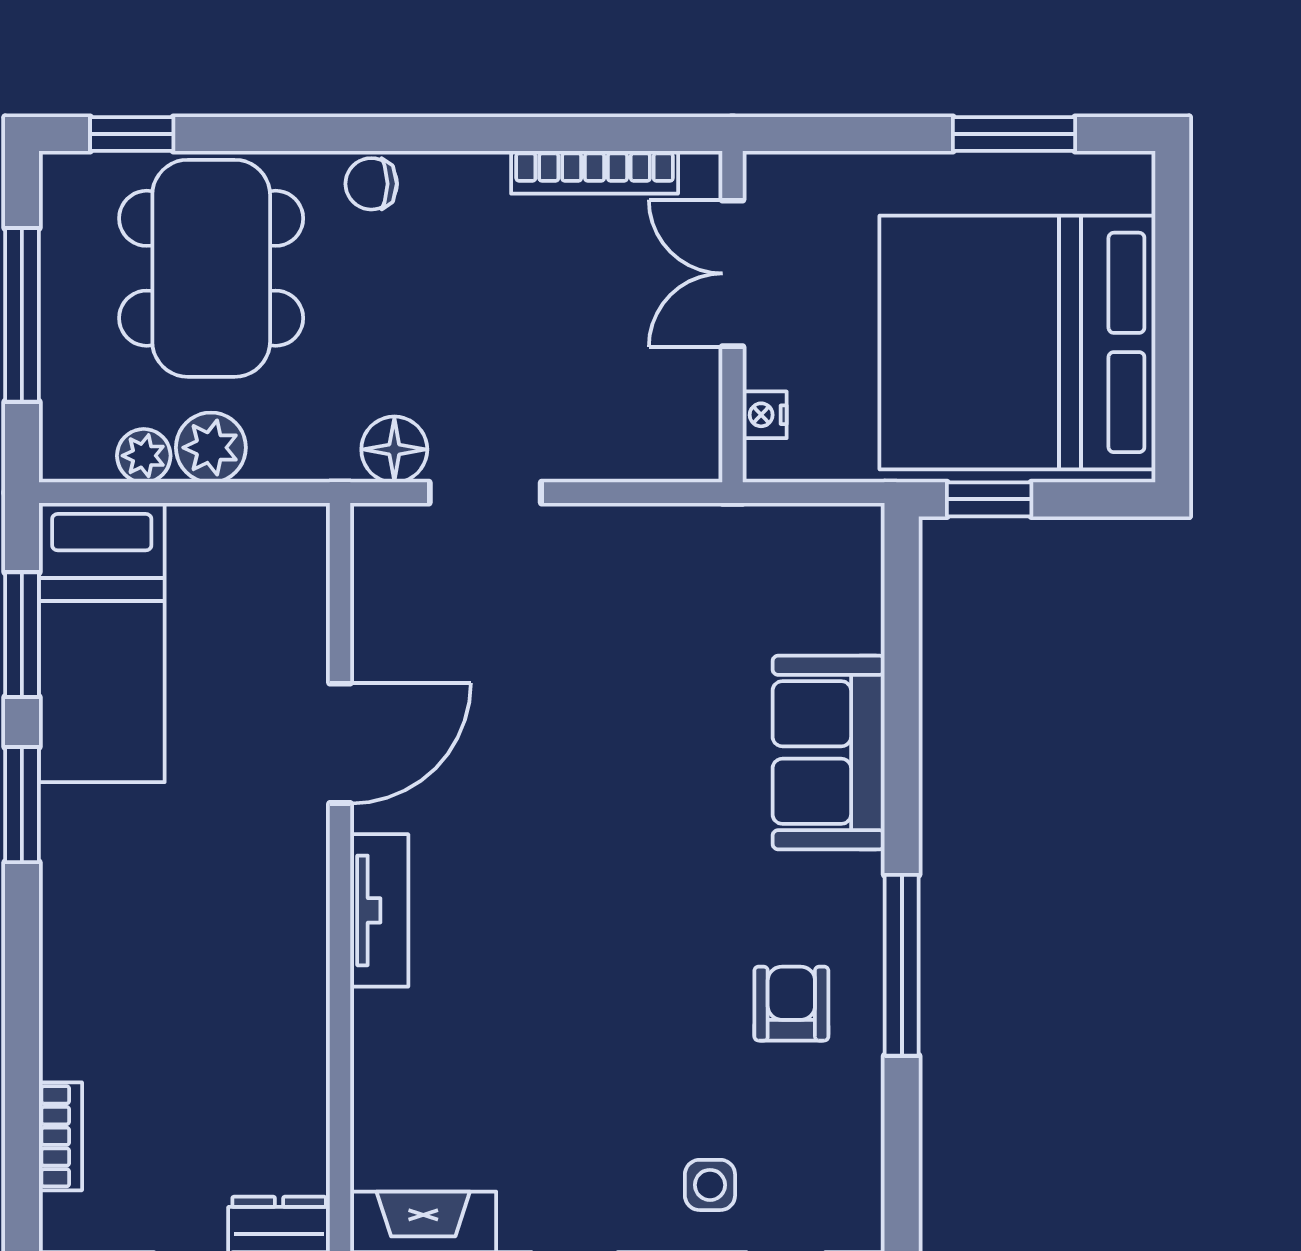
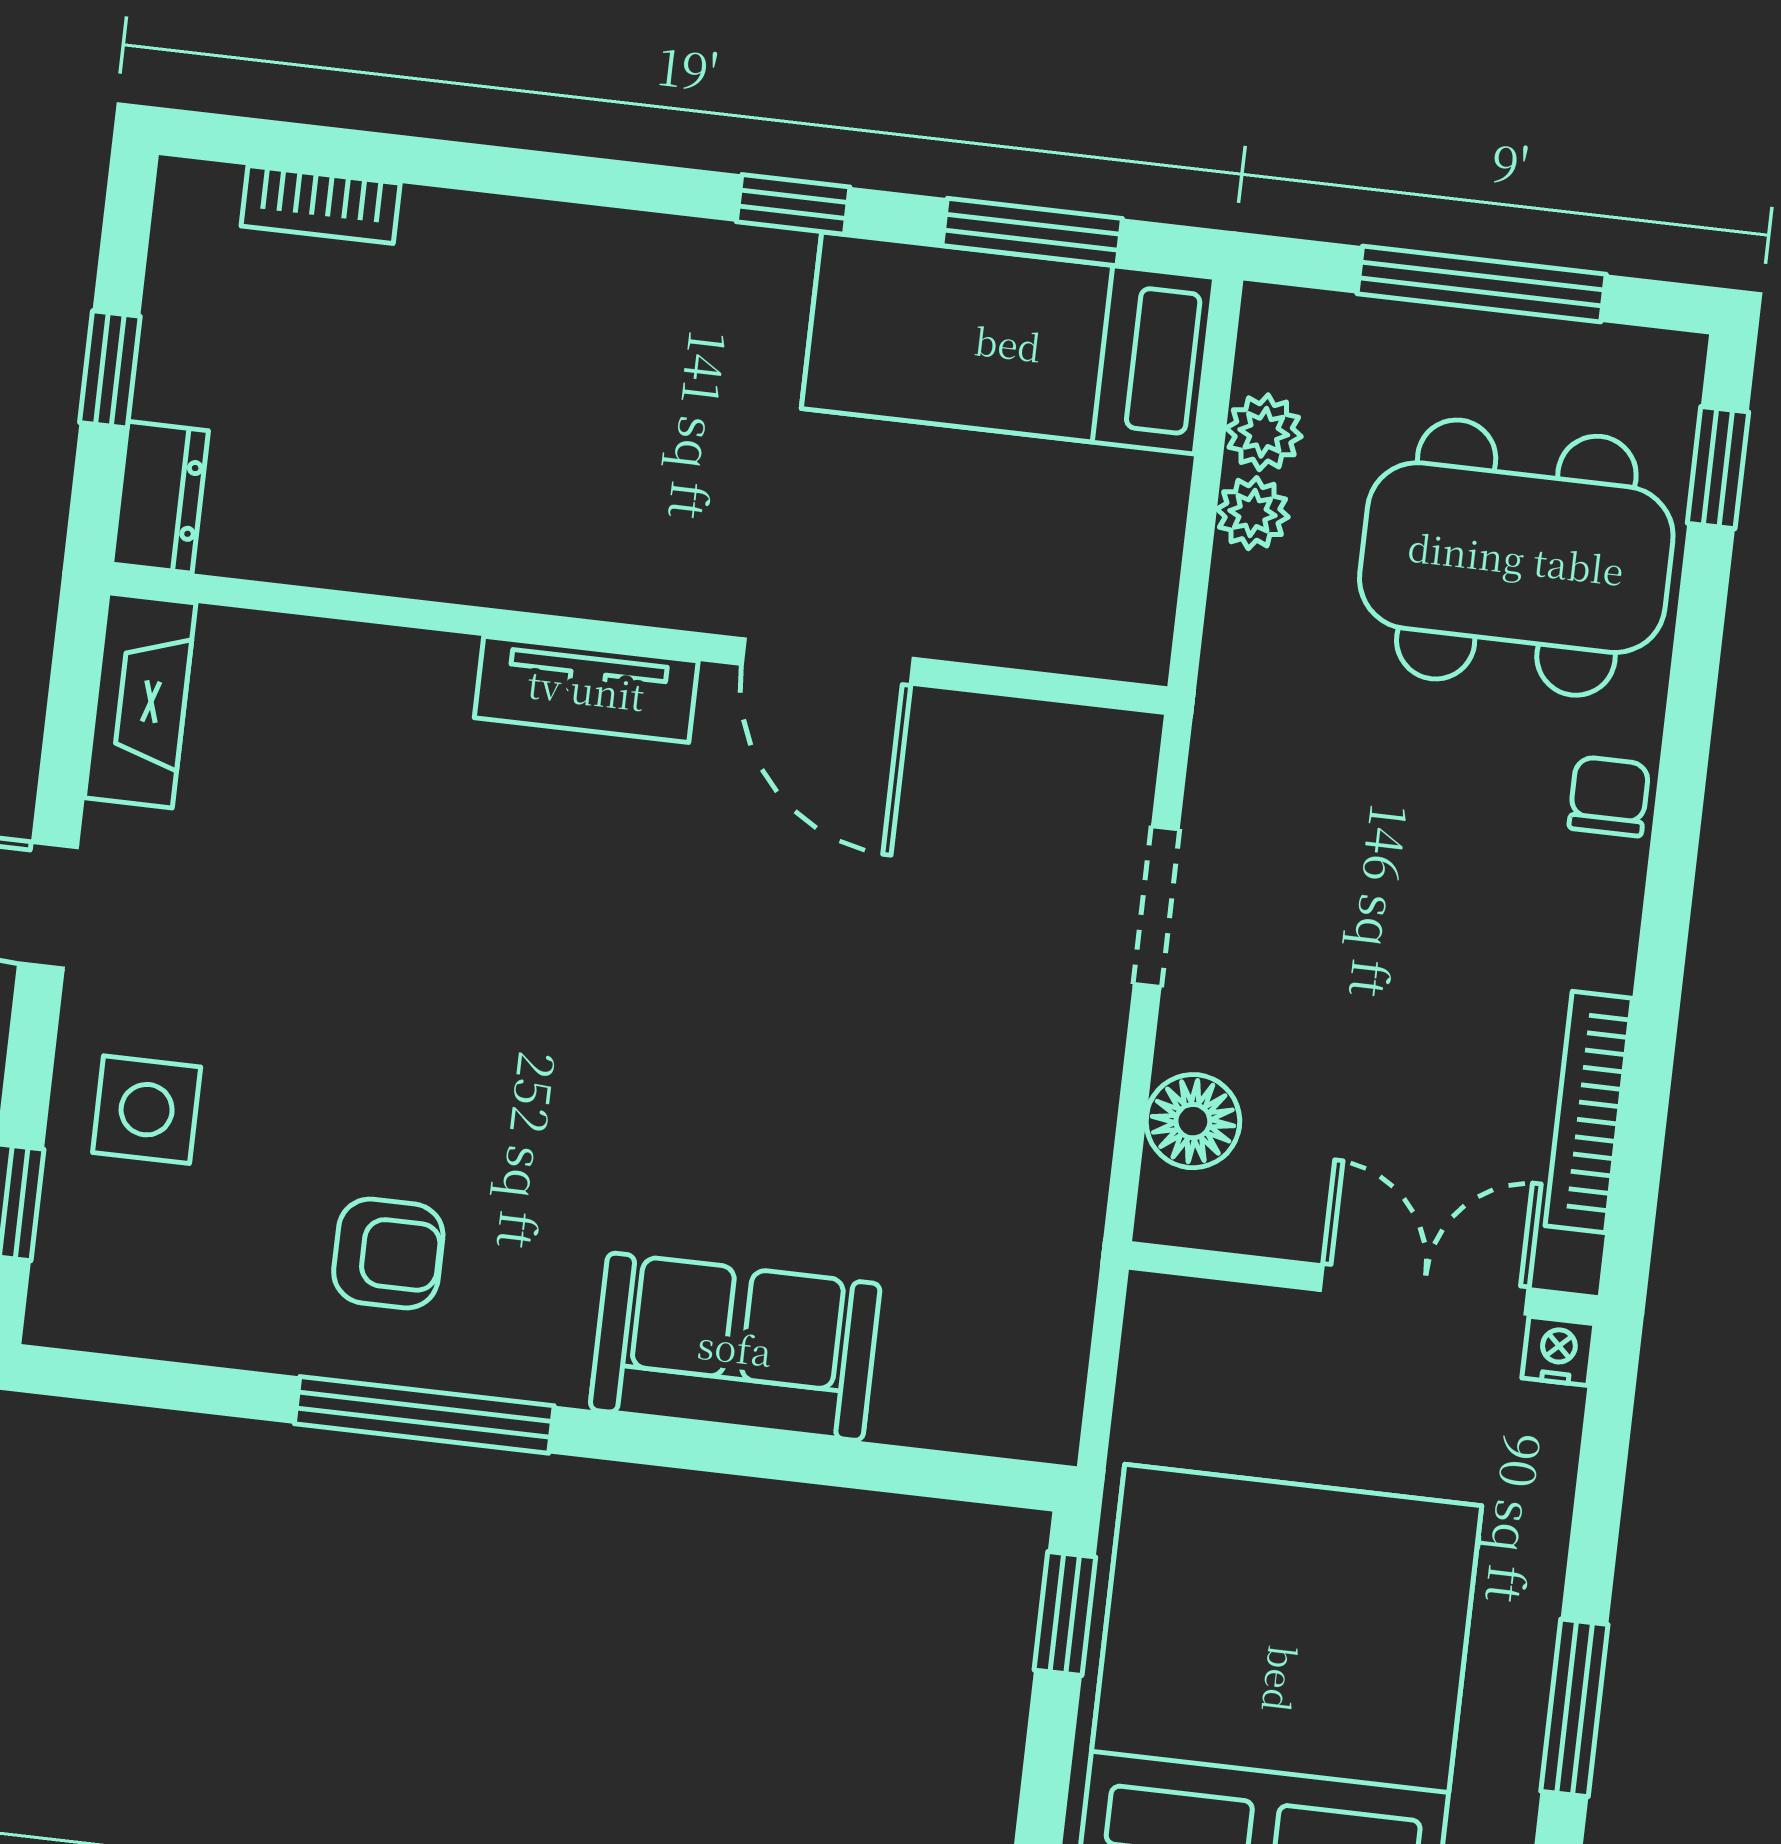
nightstand: (765, 415) -> (1558, 1351), moved
plant: (211, 448) -> (1253, 513), width x0.73, depth x0.73
floor lamp: (394, 449) -> (1193, 1121), moved
window: (22, 805) -> (793, 204), width x0.67
side table: (710, 1185) -> (147, 1110), width x1.37, depth x1.37

